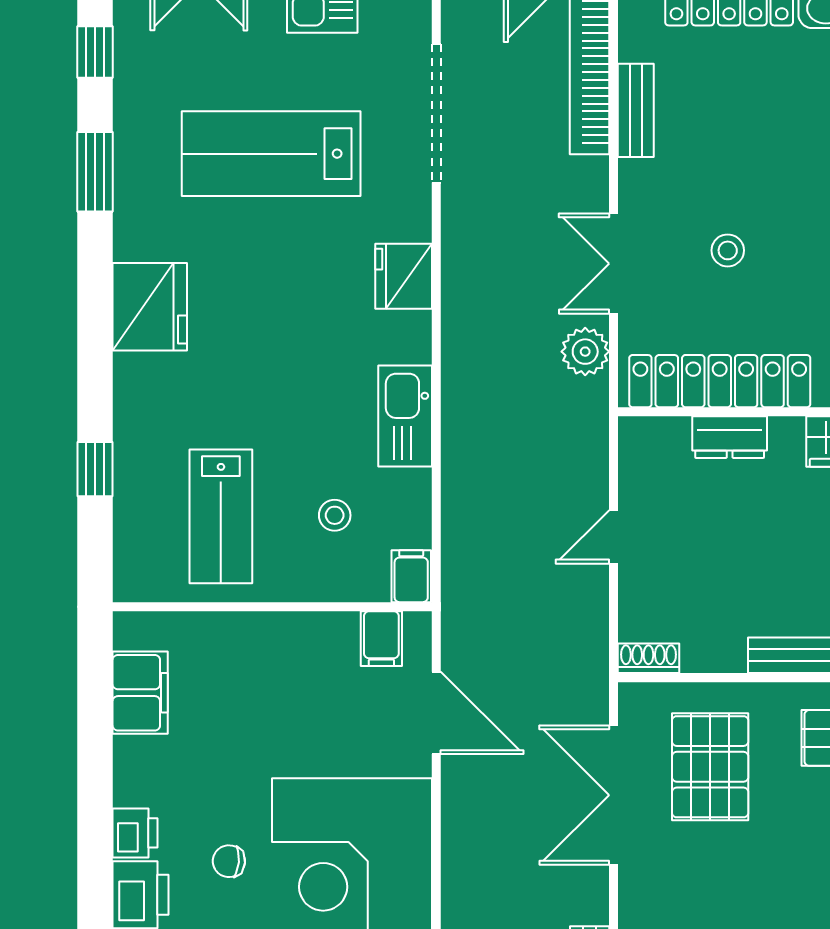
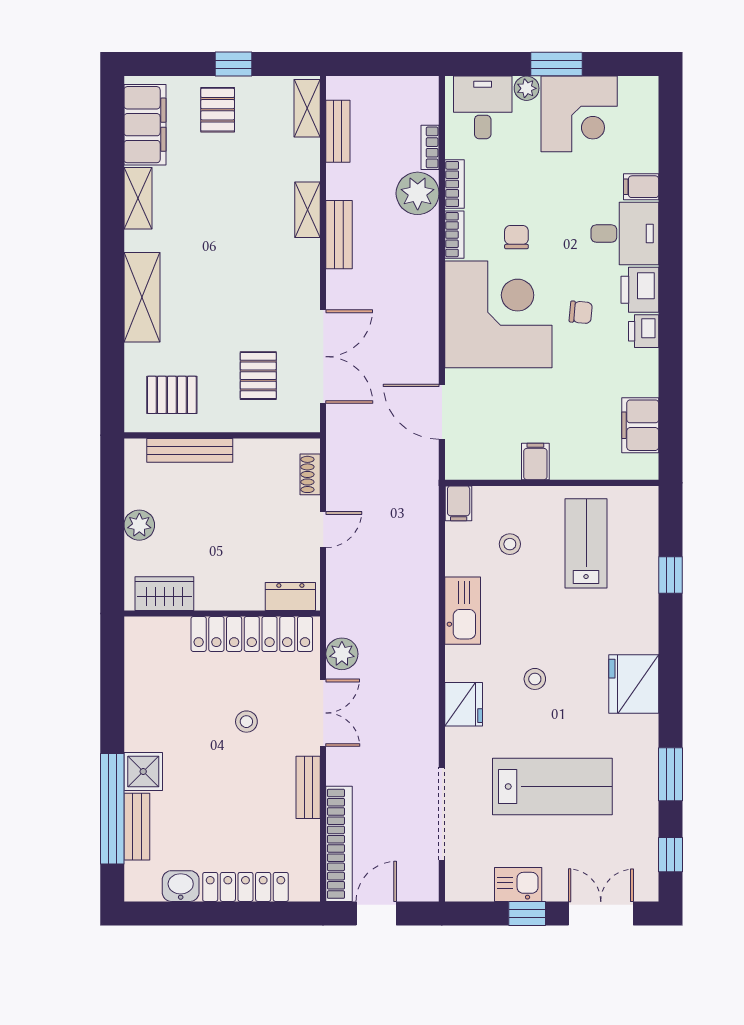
bench: (636, 110) -> (308, 787), moved
stool: (297, 314) -> (535, 679), added
dresser: (730, 437) -> (290, 596), moved
filing cabinet: (381, 639) -> (535, 461), moved
shoe rack: (648, 658) -> (310, 474), moved, turned 90
pallet: (710, 767) -> (258, 376), width x0.67, depth x0.71

